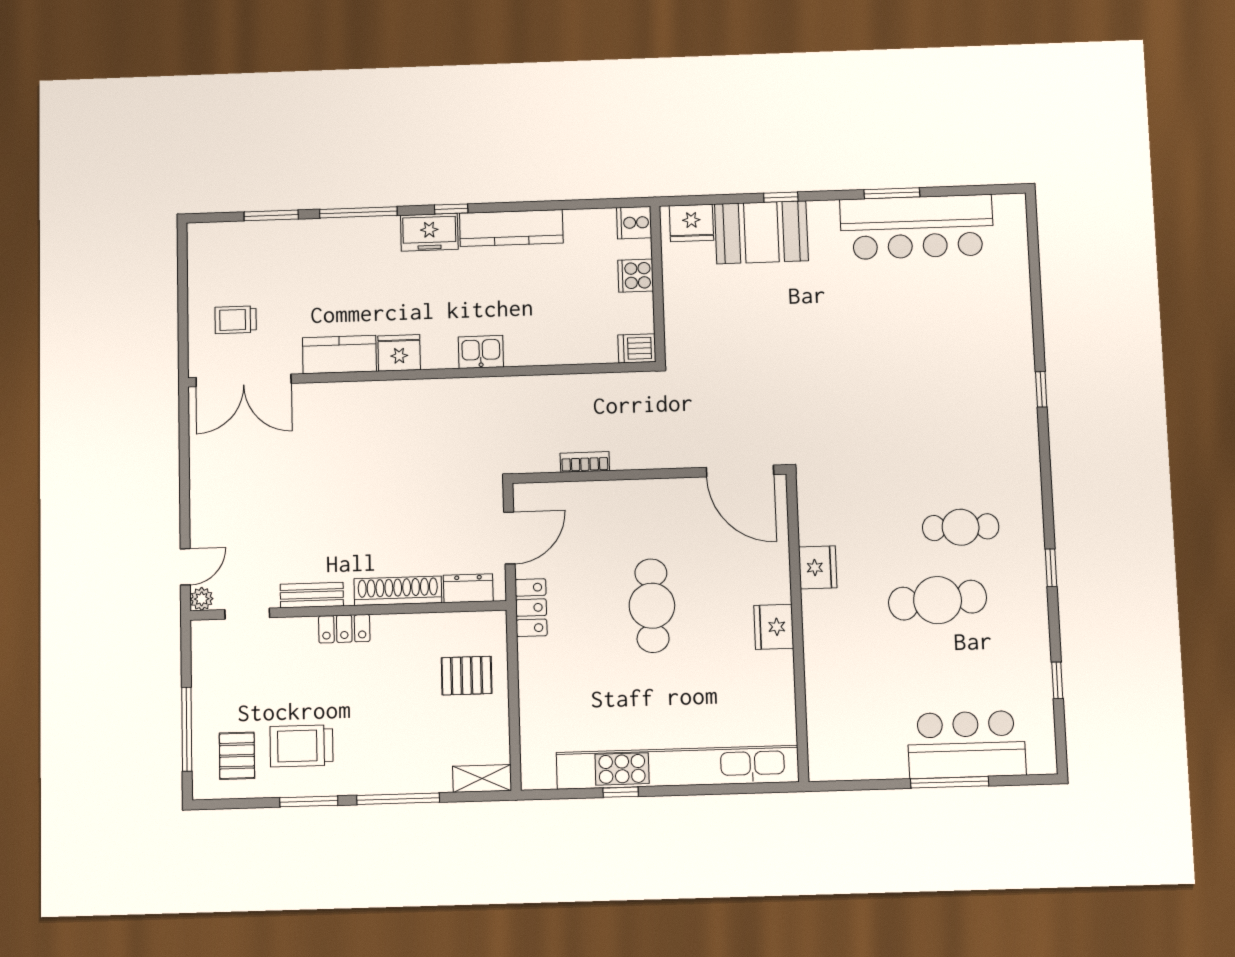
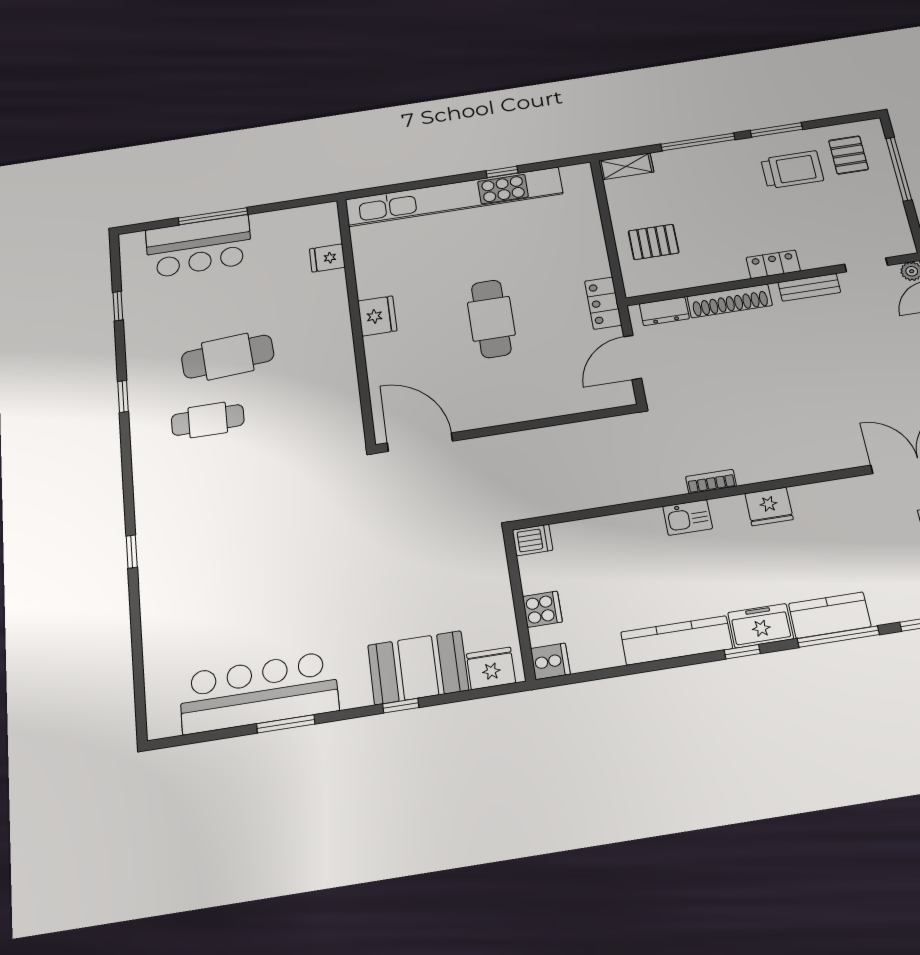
kitchen counter: (339, 355) -> (830, 615), moved, turned 180
bookcase: (585, 462) -> (711, 481), moved, turned 180
fridge: (818, 567) -> (327, 258), moved, width x0.72

